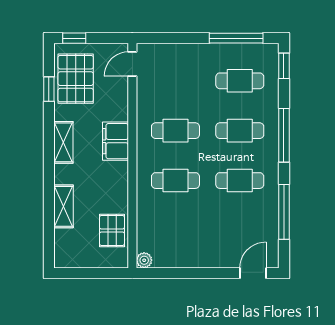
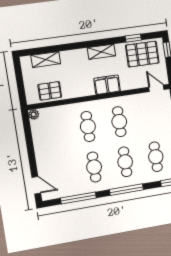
shelving: (64, 206) -> (46, 60), moved

